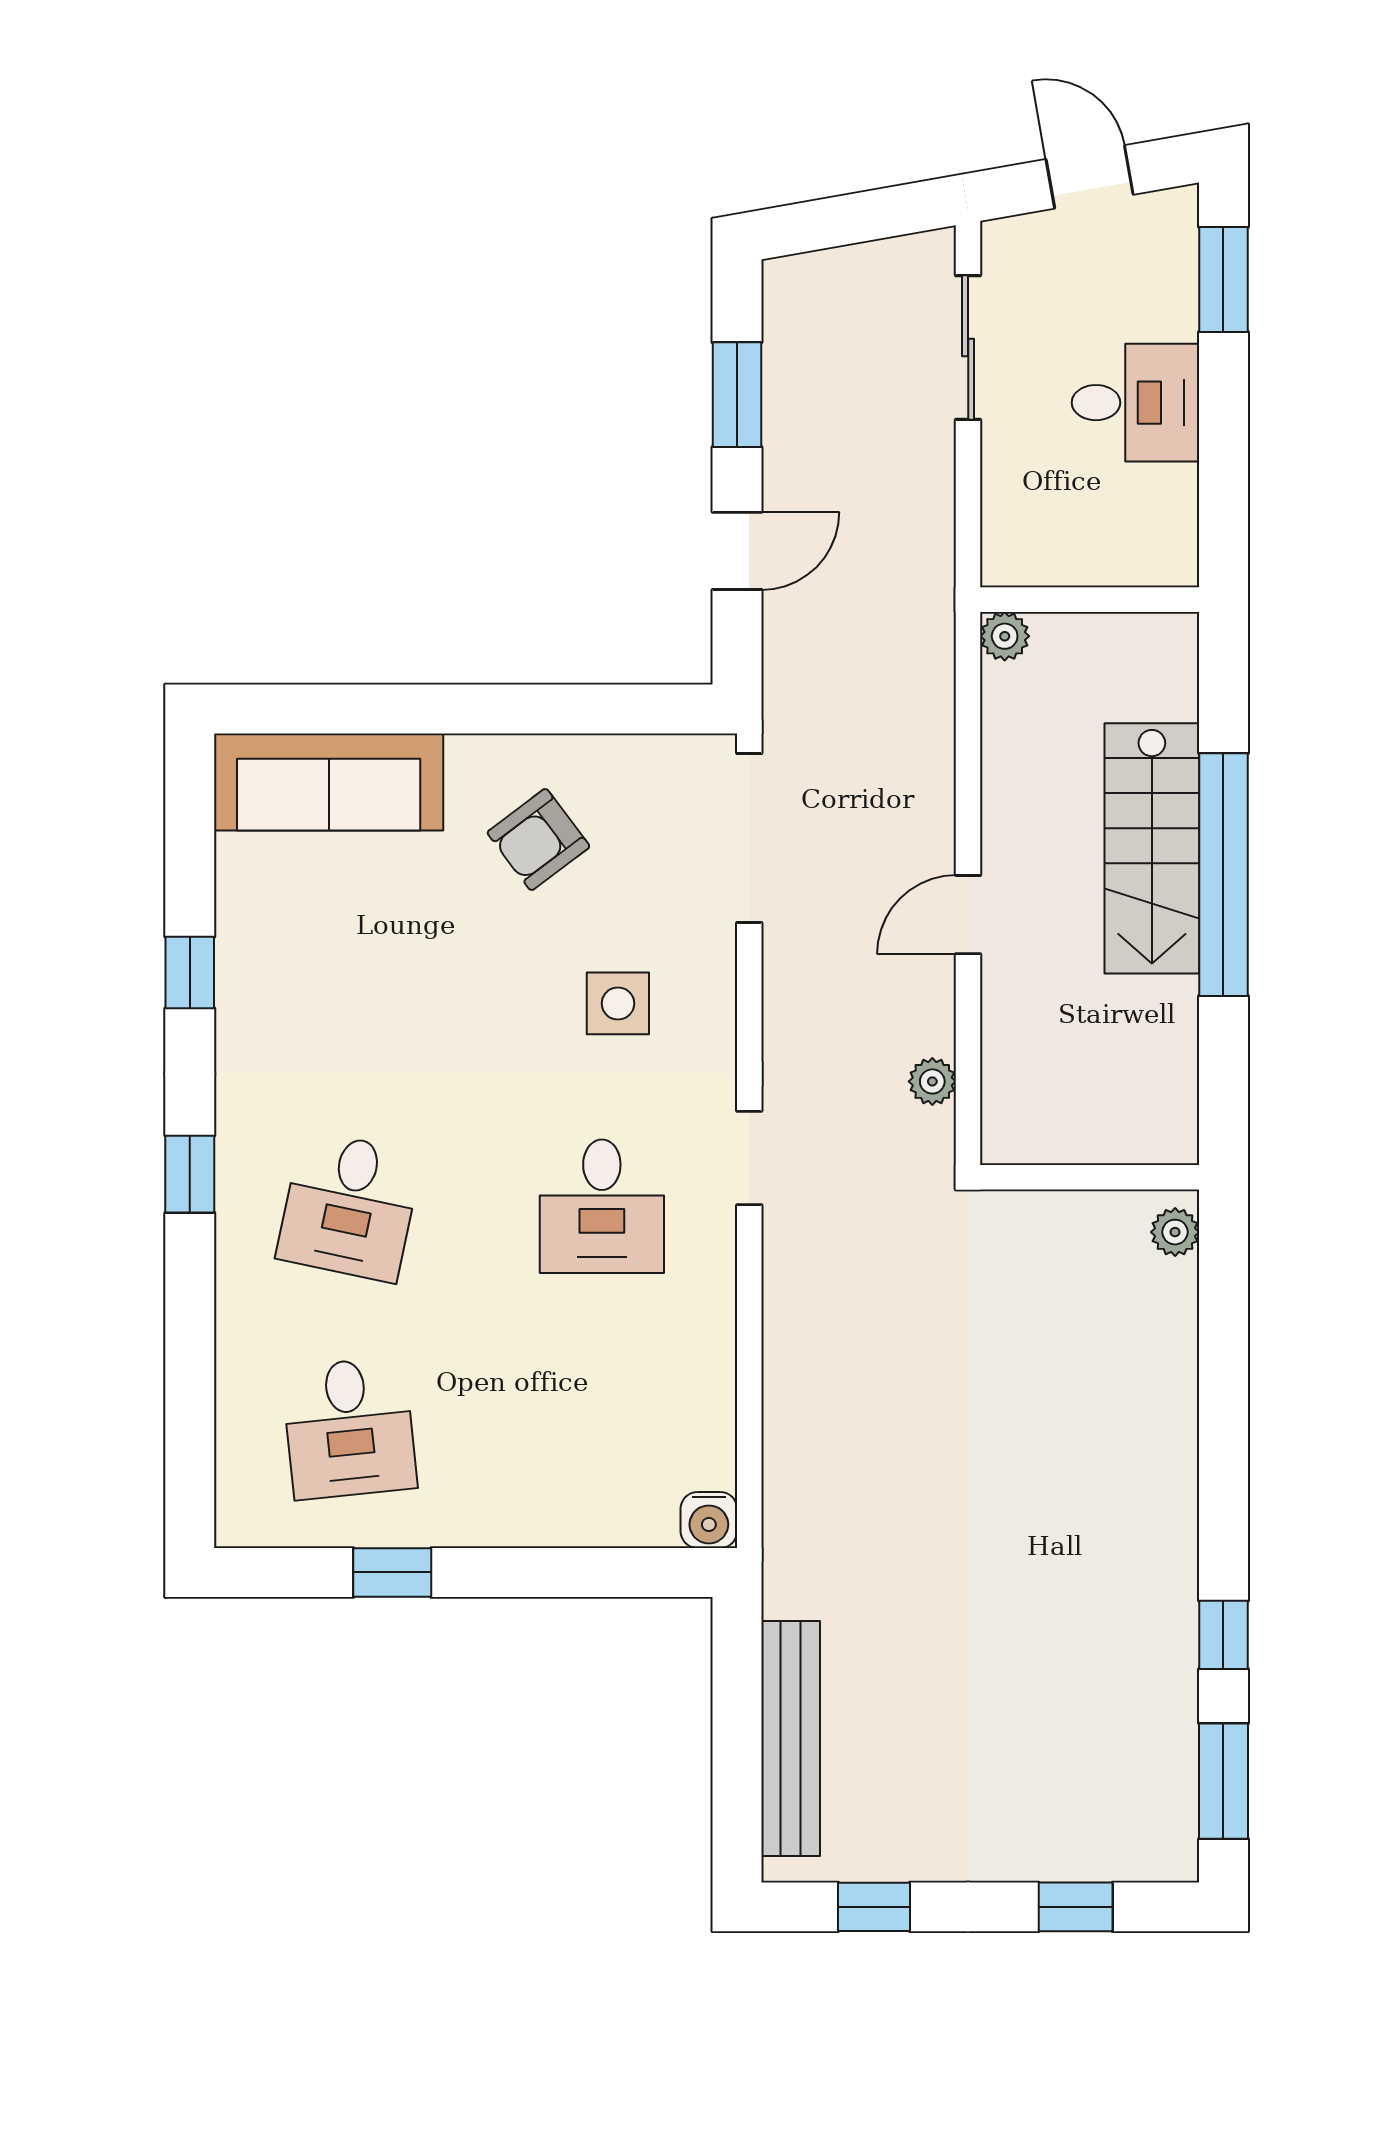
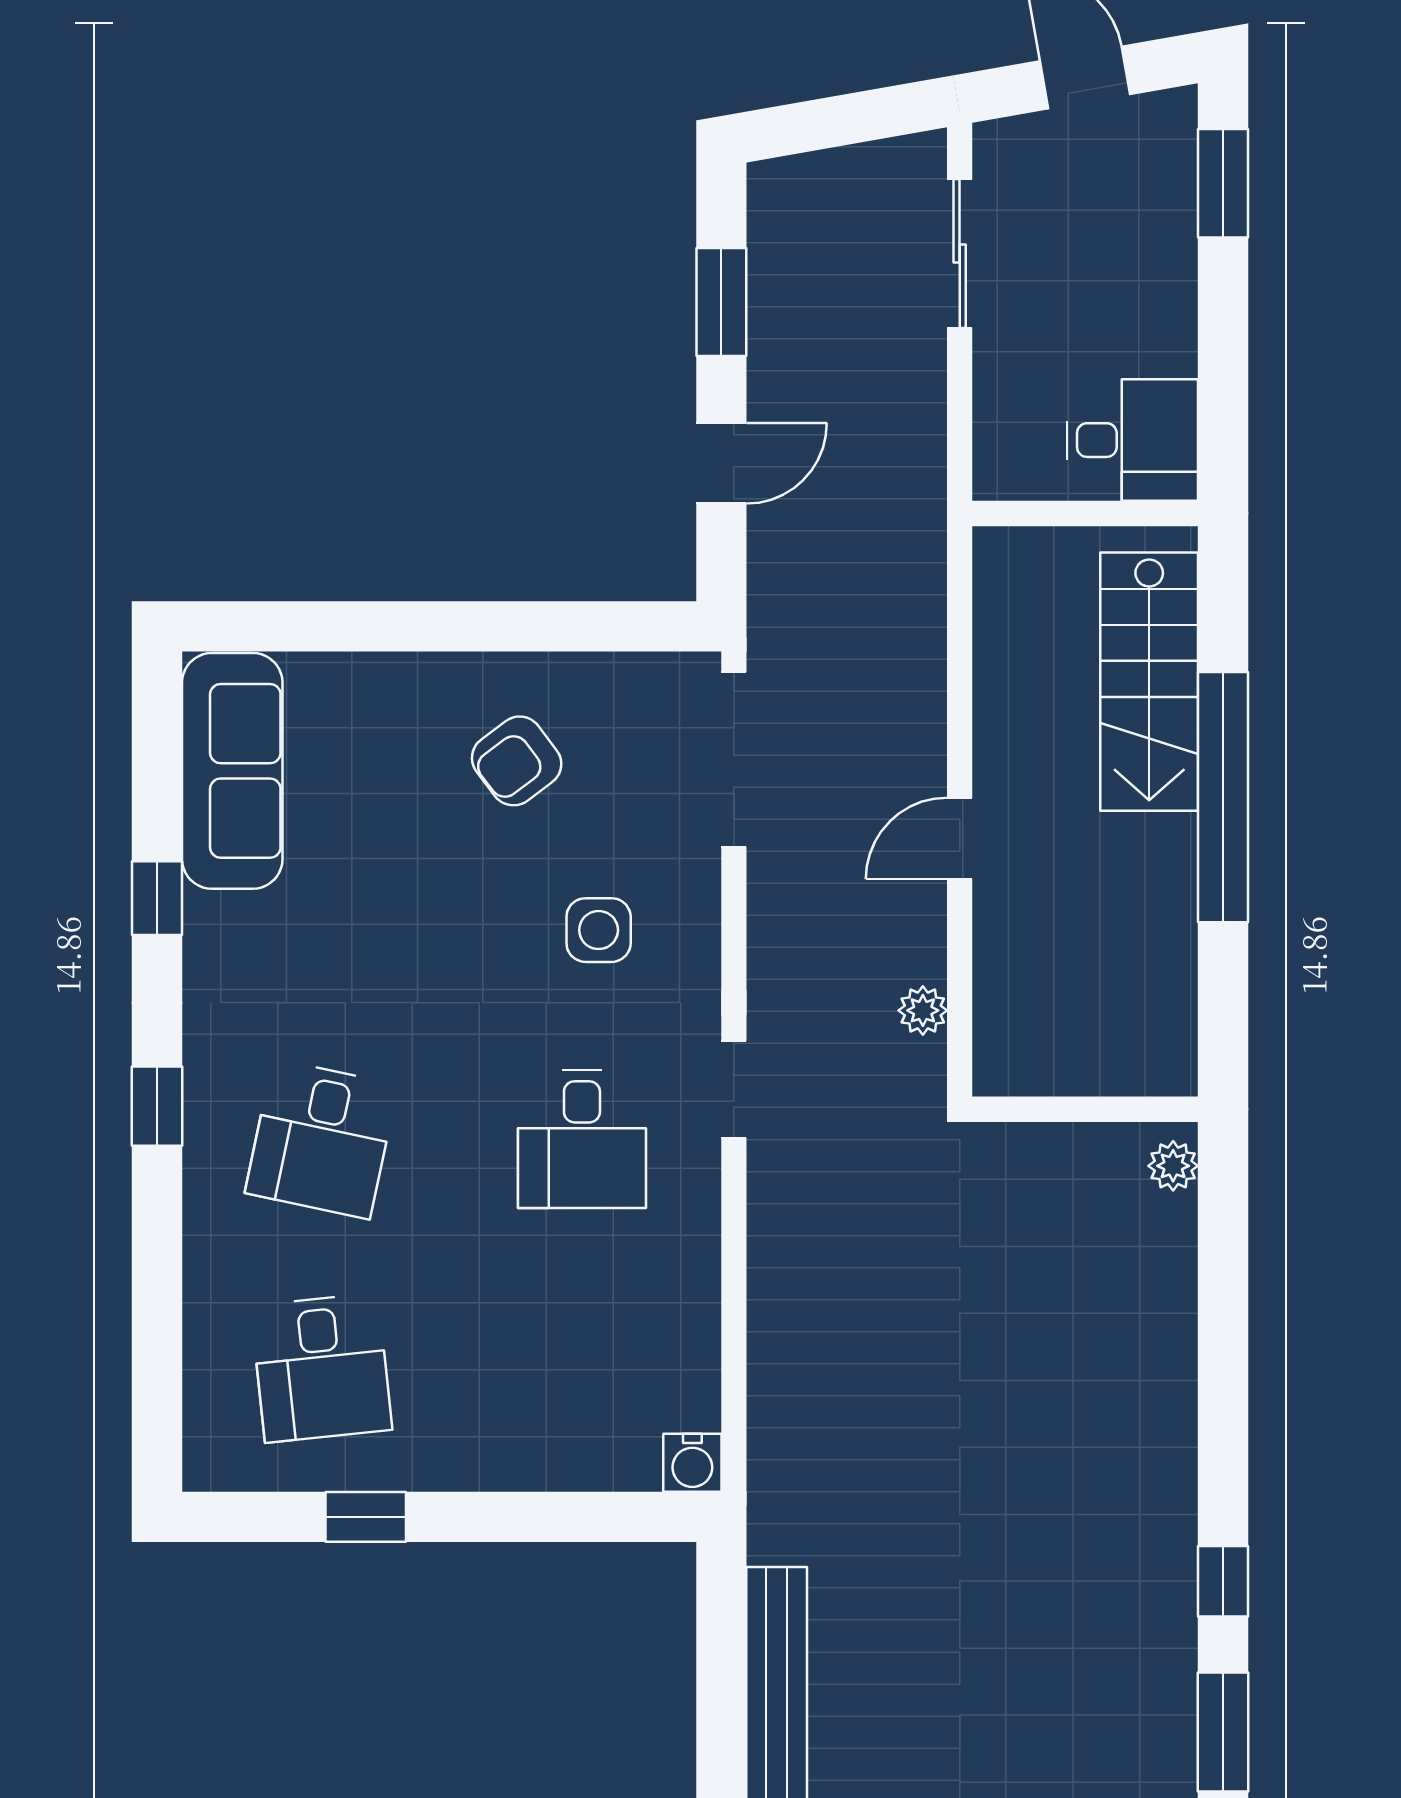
desk: (1135, 403) -> (1132, 440), moved
plant: (1005, 636) -> (997, 551), removed
sofa: (329, 782) -> (232, 771), moved, turned -90
stairs: (1152, 848) -> (1149, 682), moved

